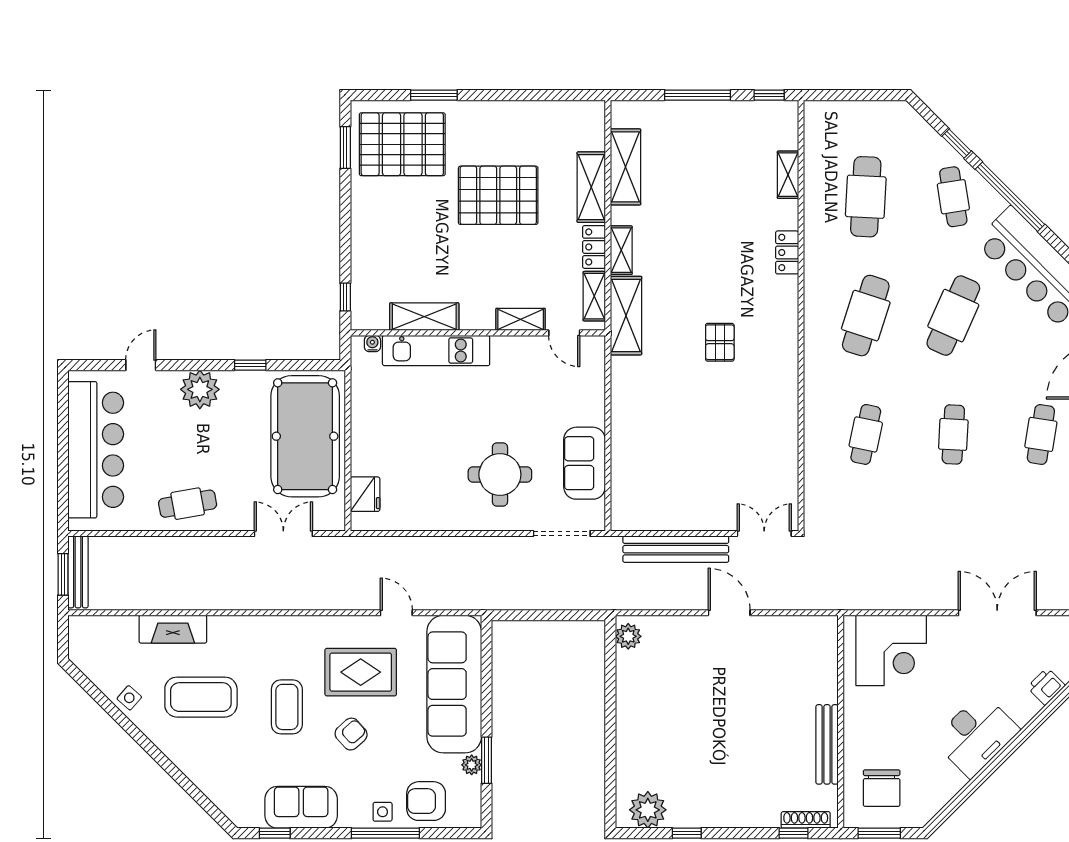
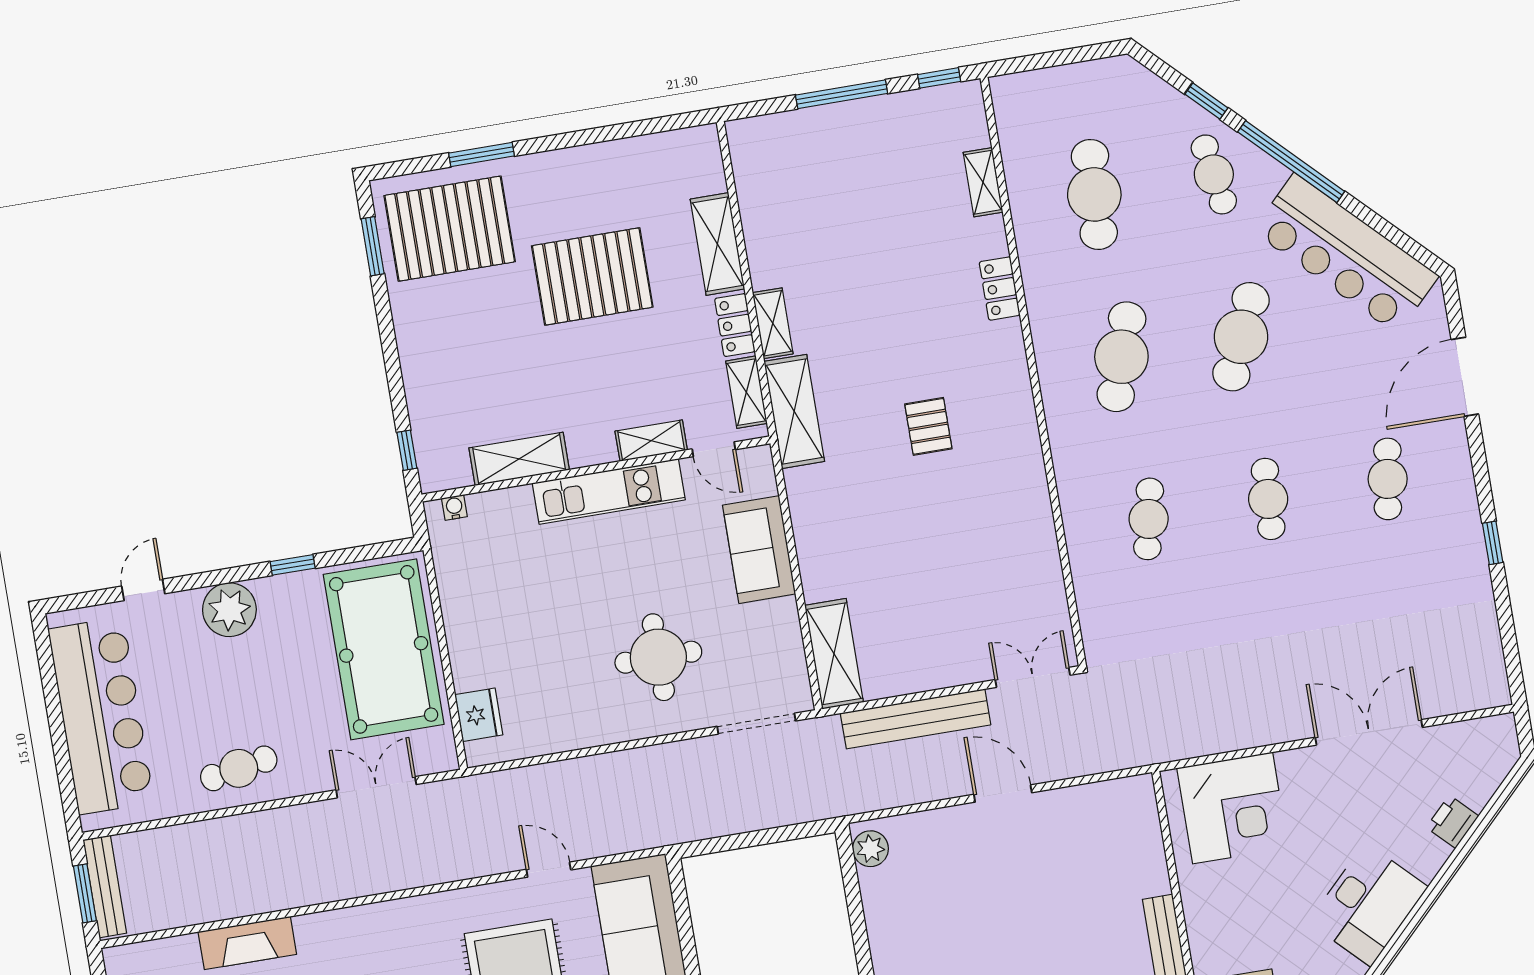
shelving: (626, 167) -> (834, 654), moved
kitchen unit: (436, 350) -> (609, 491), moved
sofa: (585, 463) -> (759, 550), moved

